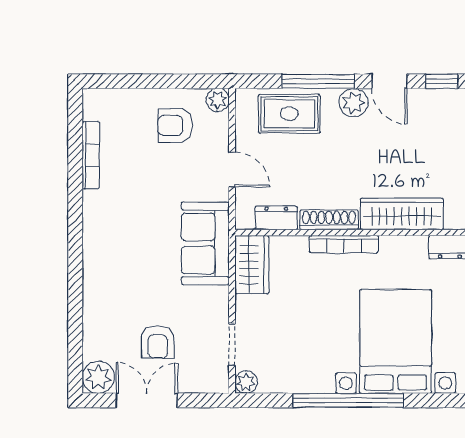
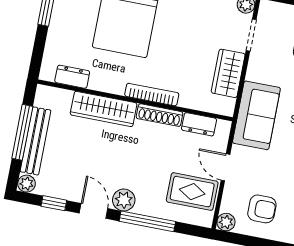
rug: (289, 114) -> (192, 192), moved
wardrobe: (252, 265) -> (228, 73), moved

